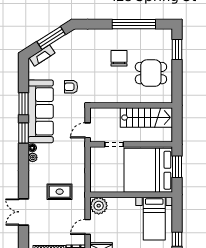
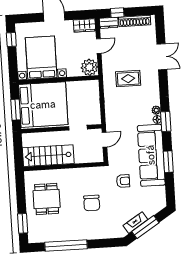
fireplace: (42, 55) -> (135, 223), moved
chair: (119, 58) -> (92, 203), moved
dining table: (151, 73) -> (47, 199), turned 90
window: (24, 133) -> (166, 121), moved
bed with nightstands: (154, 219) -> (41, 58), width x1.36

